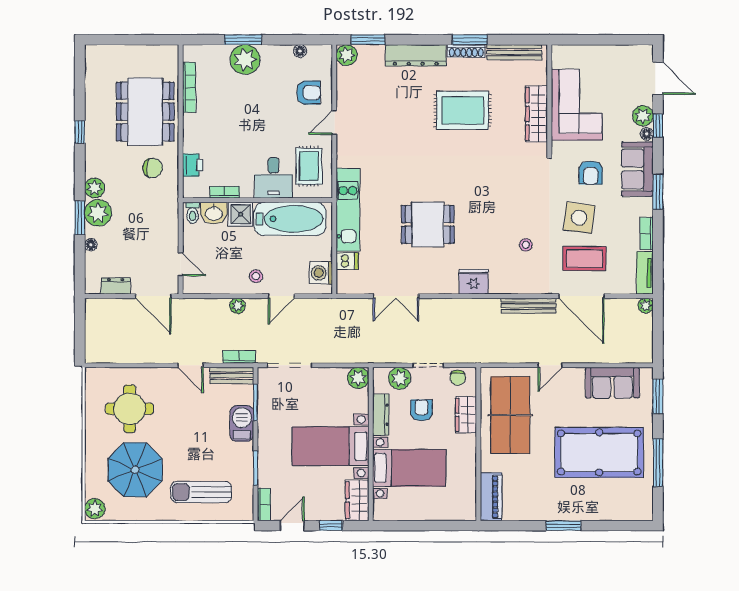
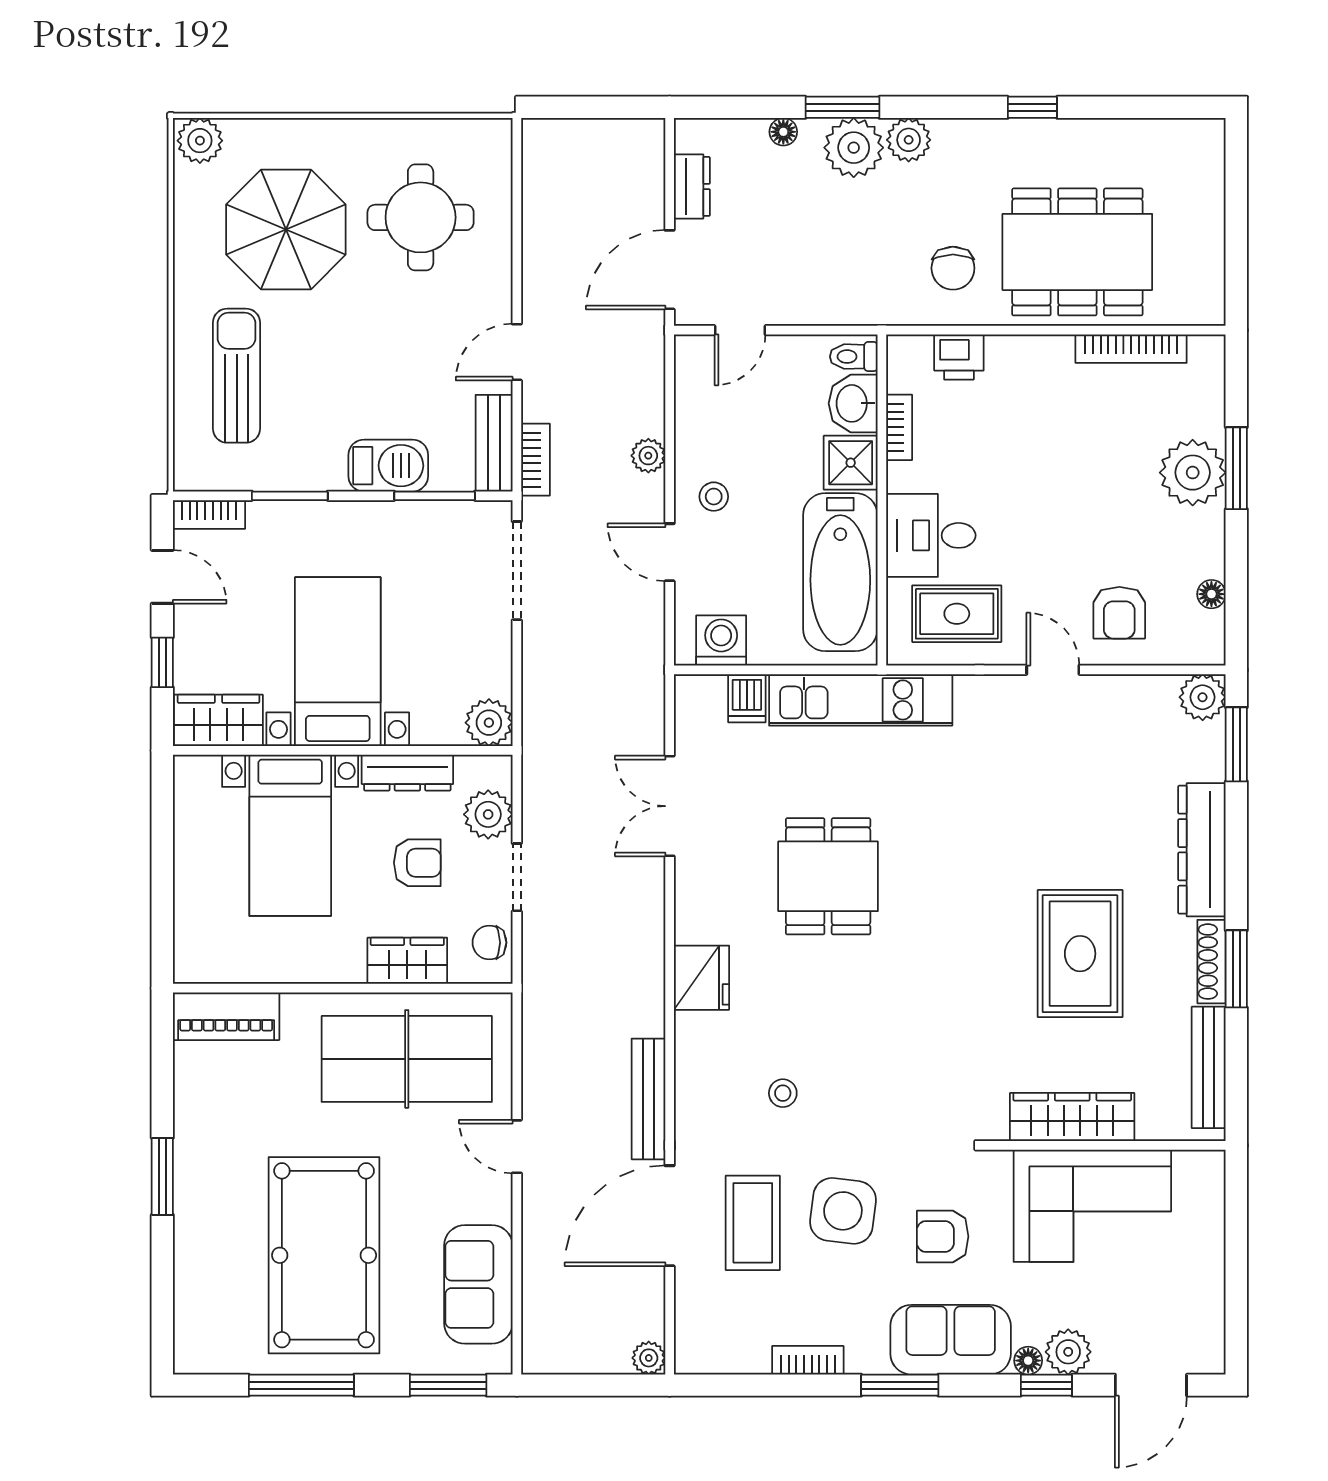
tv unit: (645, 273) -> (721, 1356), removed

